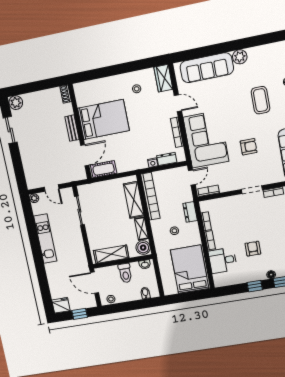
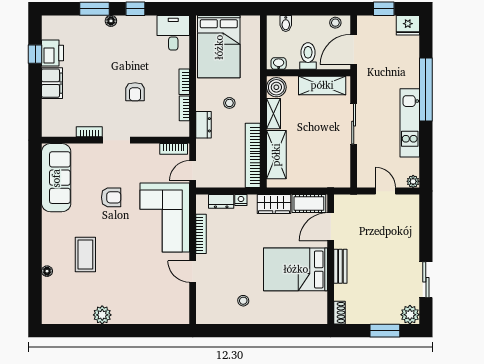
sofa: (207, 68) -> (147, 310), removed
wardrobe: (163, 78) -> (274, 204), moved, turned 90
window: (31, 87) -> (385, 331), added
armchair: (249, 147) -> (111, 197), turned 180
sliding door: (79, 211) -> (354, 124), moved
armchair: (253, 249) -> (135, 92), moved
desk: (223, 260) -> (173, 33), moved, turned -90
window: (39, 264) -> (426, 89), added
door: (94, 283) -> (354, 50), swing flipped

